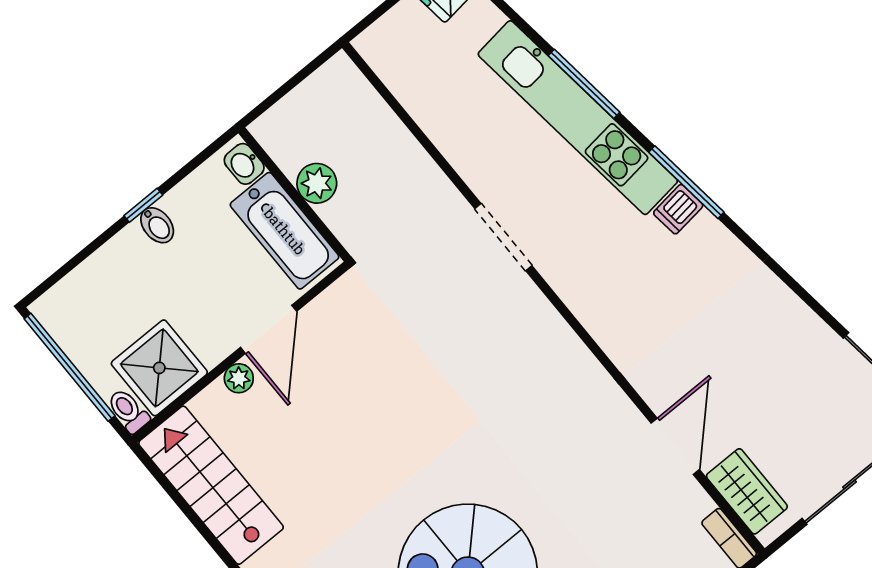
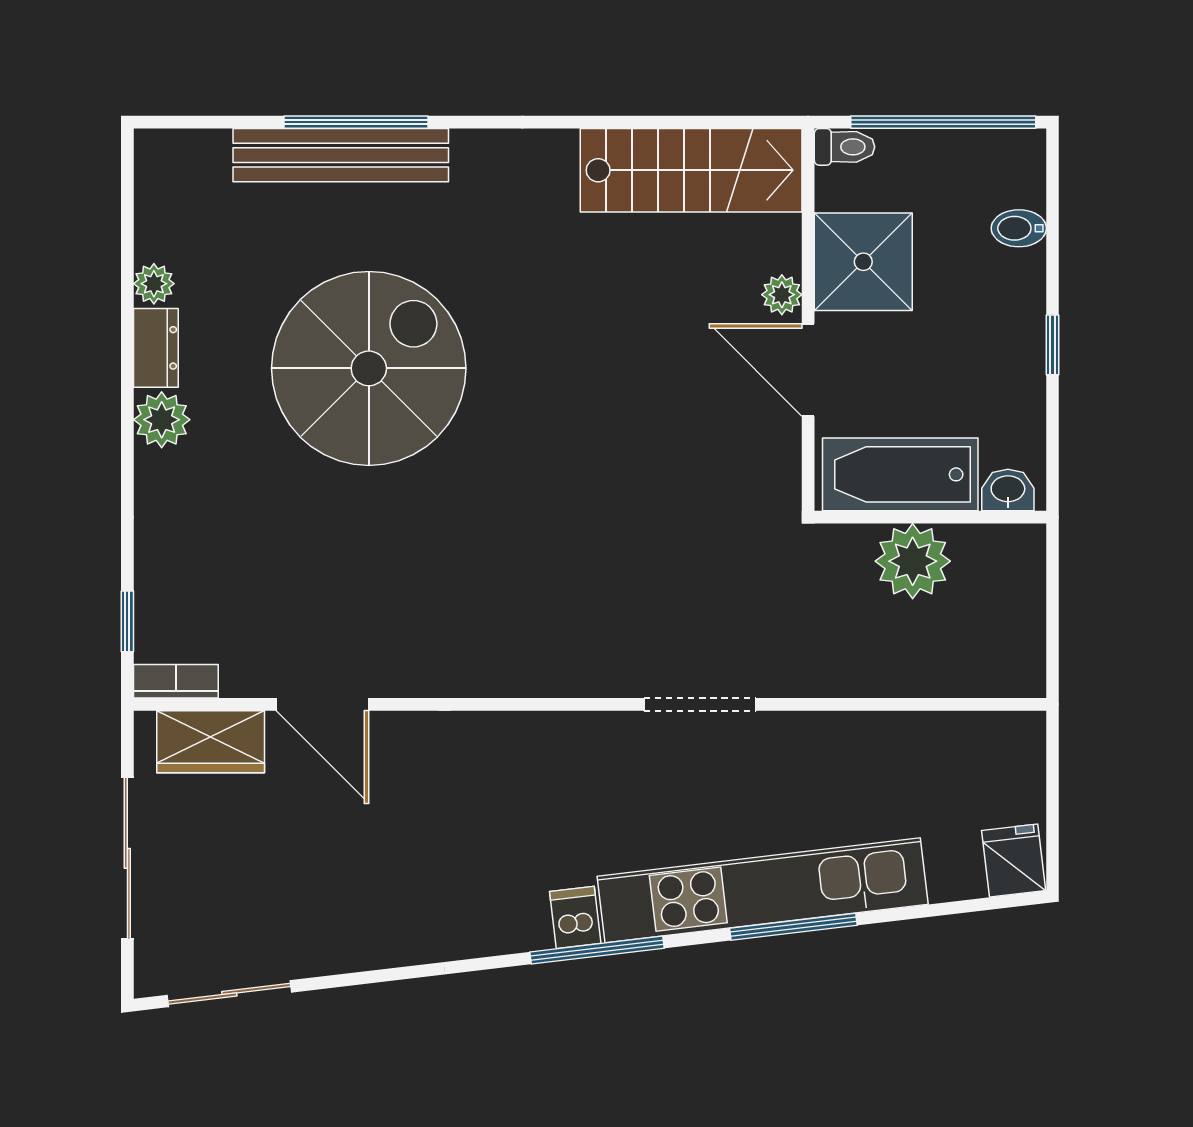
plant: (317, 183) -> (913, 561), width x1.36, depth x1.36
bidet: (157, 225) -> (1019, 228), moved
shower: (159, 368) -> (863, 262), moved

